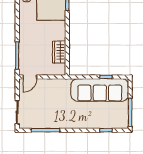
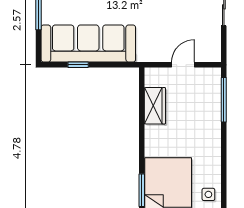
door: (30, 77) -> (183, 65), moved

